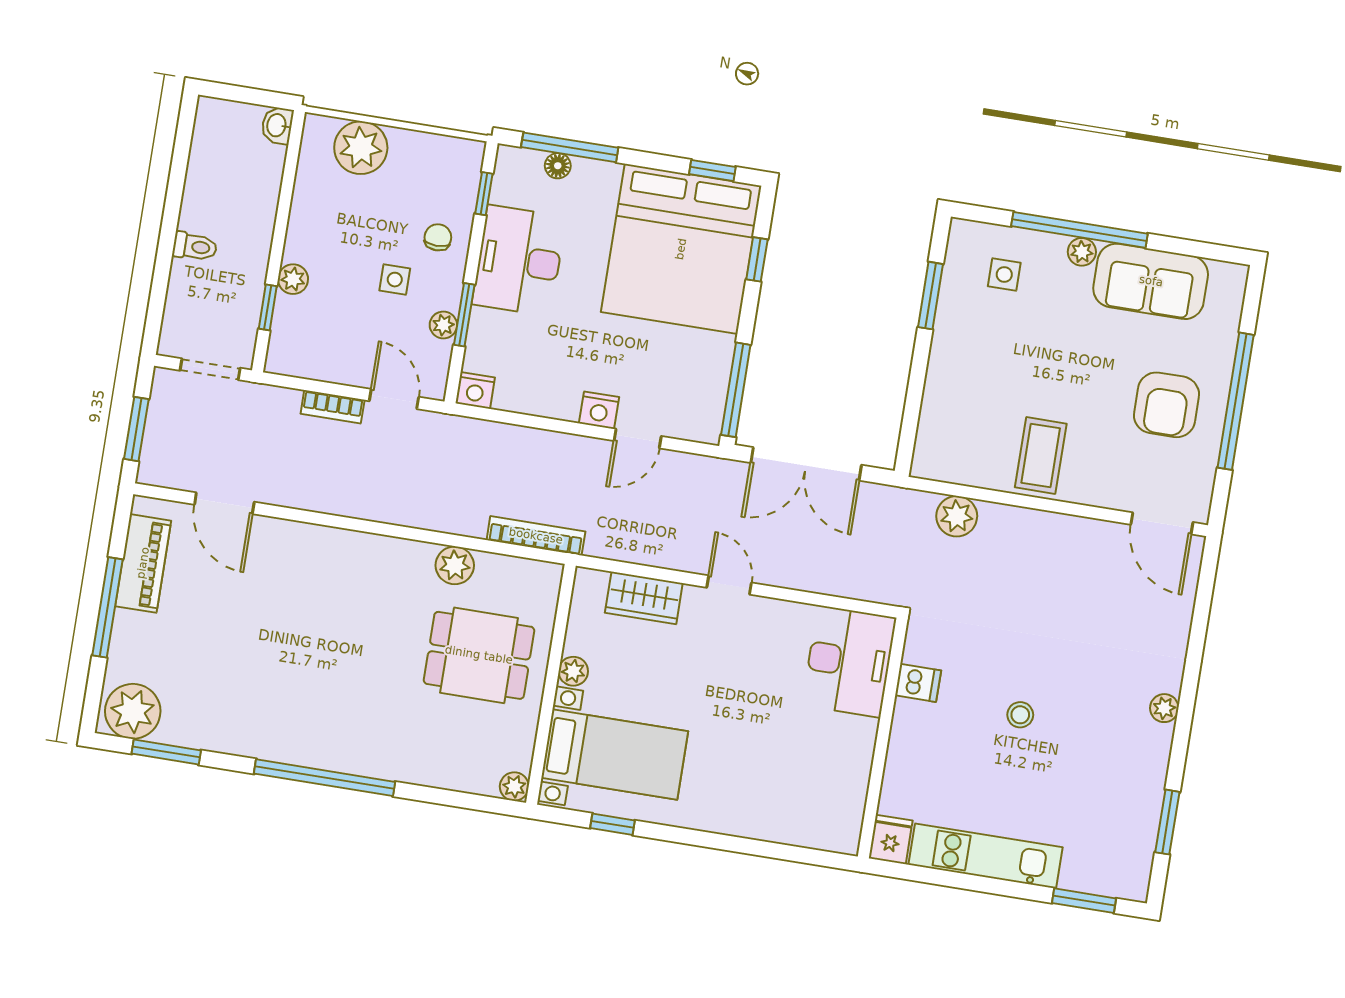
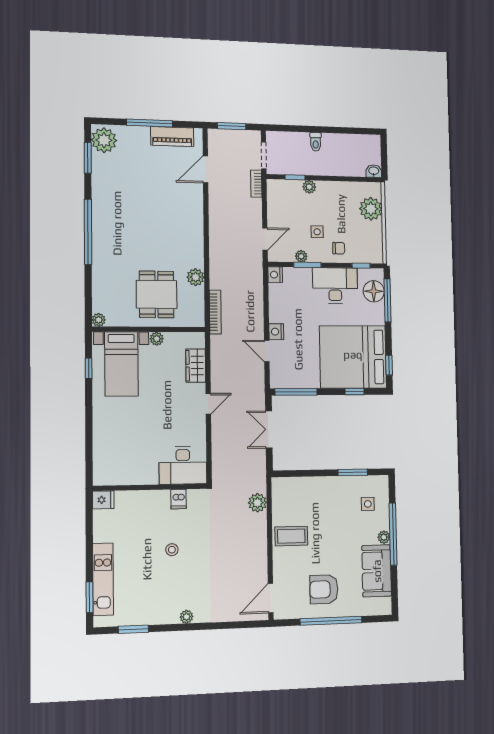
floor lamp: (558, 166) -> (374, 291), width x1.89, depth x1.89
bookcase: (333, 407) -> (256, 184), moved
double door: (806, 464) -> (269, 429), width x0.73
kitchen unit: (985, 856) -> (103, 579), moved

